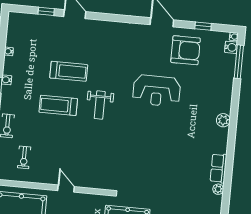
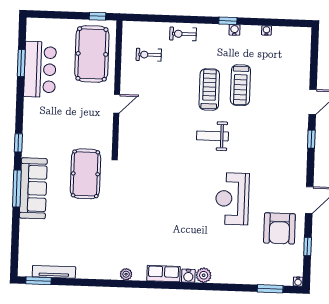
window: (46, 11) -> (311, 139), moved
water cooler: (231, 47) -> (188, 276), moved
window: (239, 62) -> (270, 289), width x0.69
treadmill: (69, 71) -> (240, 85), moved
row of seats: (218, 168) -> (164, 274), moved

